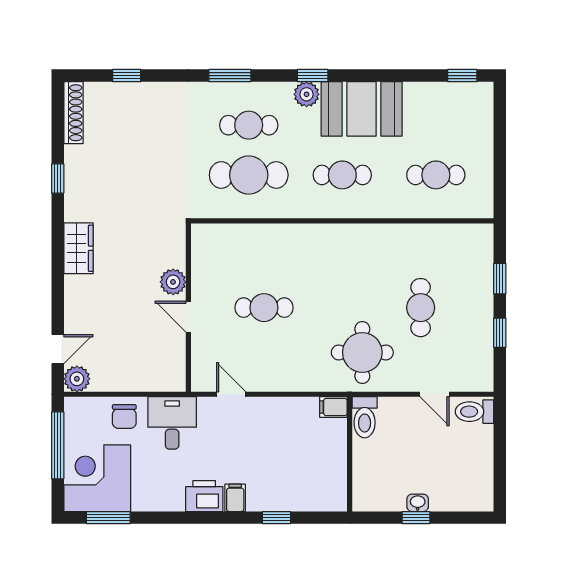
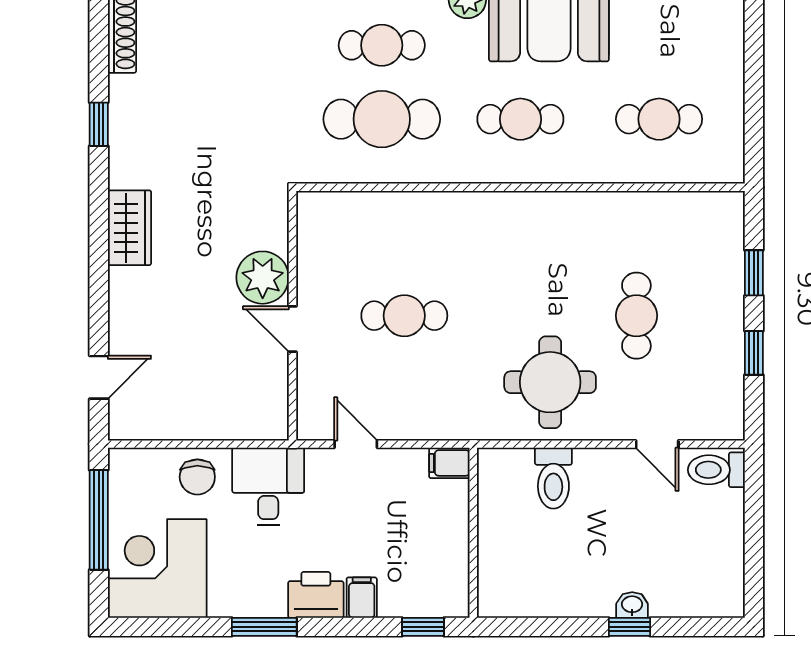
plant: (173, 282) -> (263, 278), width x1.36, depth x1.36
plant: (77, 379) -> (127, 421), removed
filing cabinet: (333, 407) -> (449, 463), moved
wall: (350, 454) -> (473, 533), moved
window: (108, 518) -> (264, 627), moved

